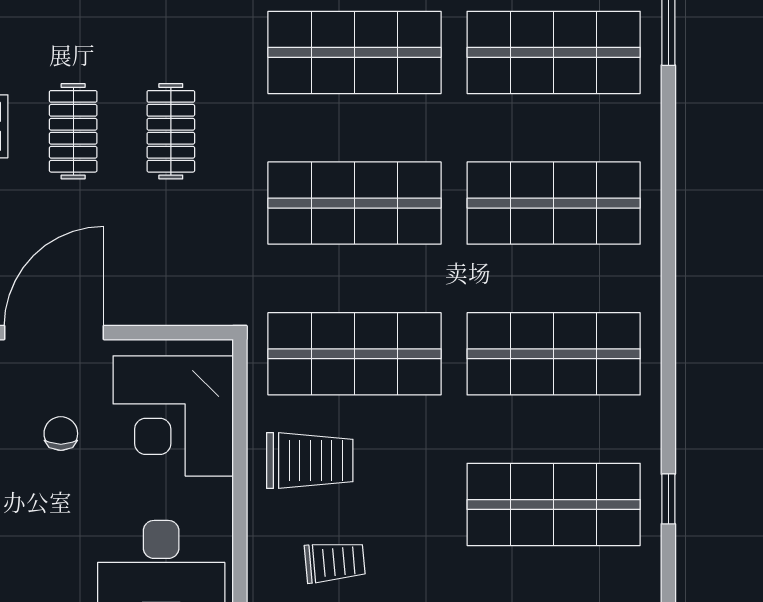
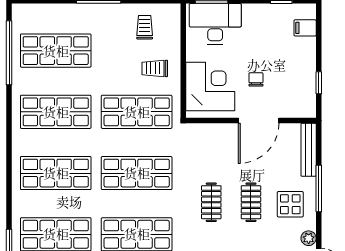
chair: (61, 434) -> (256, 79), turned 180
trolley: (310, 461) -> (155, 68), width x0.73, depth x0.72
window: (668, 499) -> (9, 53), width x3.17
trolley: (335, 562) -> (145, 27), turned 95

